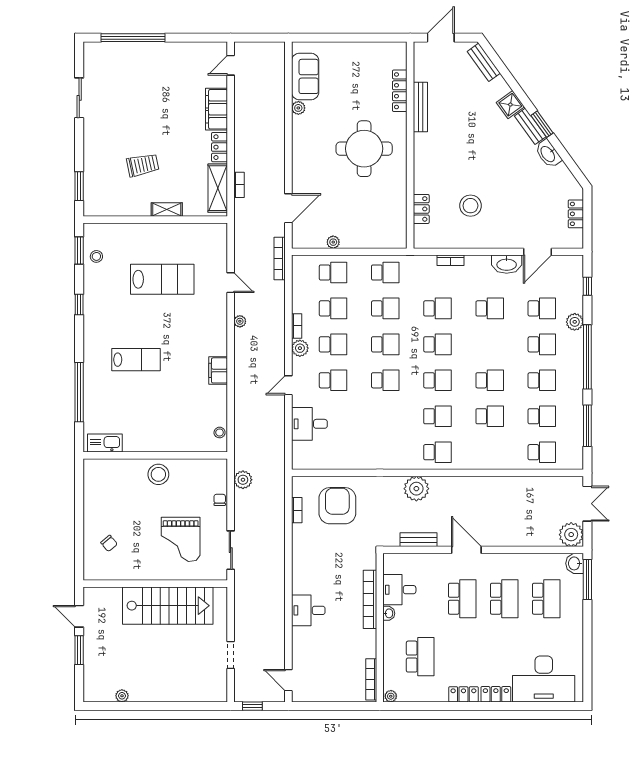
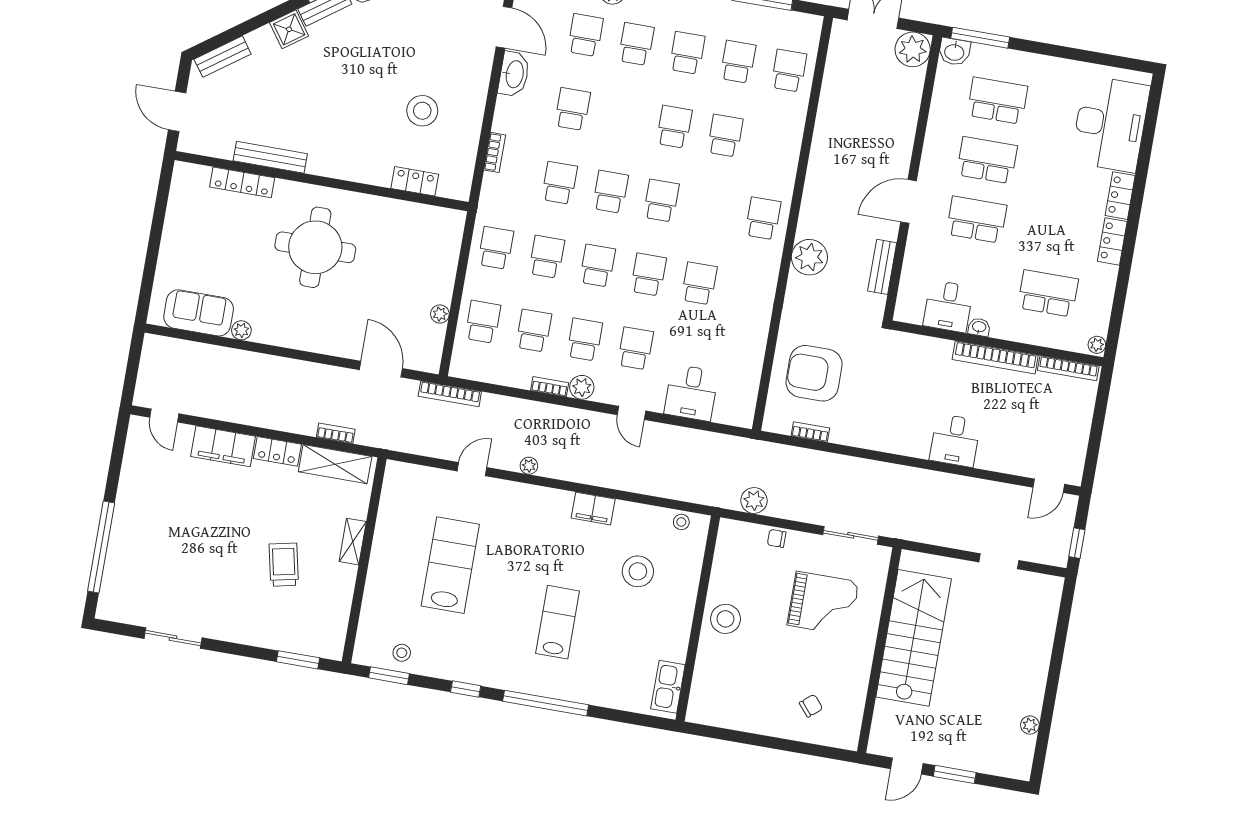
window: (79, 392) -> (546, 703), moved
stool: (180, 409) -> (638, 571), added
school desk: (437, 416) -> (699, 283), moved
bookcase: (370, 599) -> (995, 357), moved

